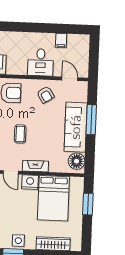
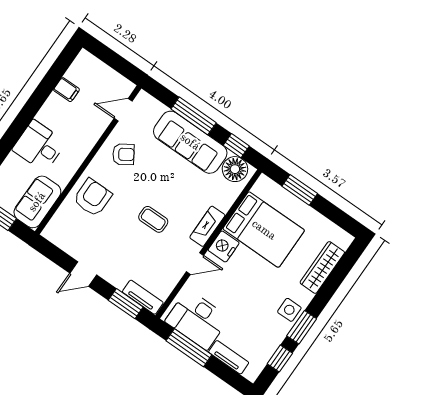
desk: (41, 62) -> (39, 146), moved, turned 180
window: (90, 154) -> (236, 146), added

